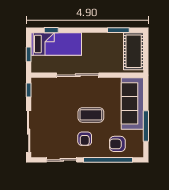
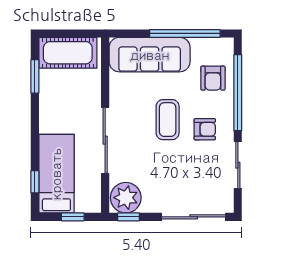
plant: (41, 88) -> (126, 198), added
window: (146, 126) -> (185, 33), width x1.46

